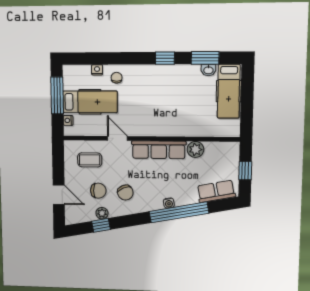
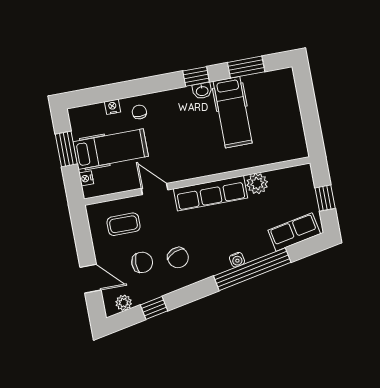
washbasin: (208, 70) -> (202, 91), moved
hospital bed: (229, 91) -> (233, 112), moved
window: (57, 95) -> (66, 149), width x0.69
plant: (102, 213) -> (124, 303), moved

